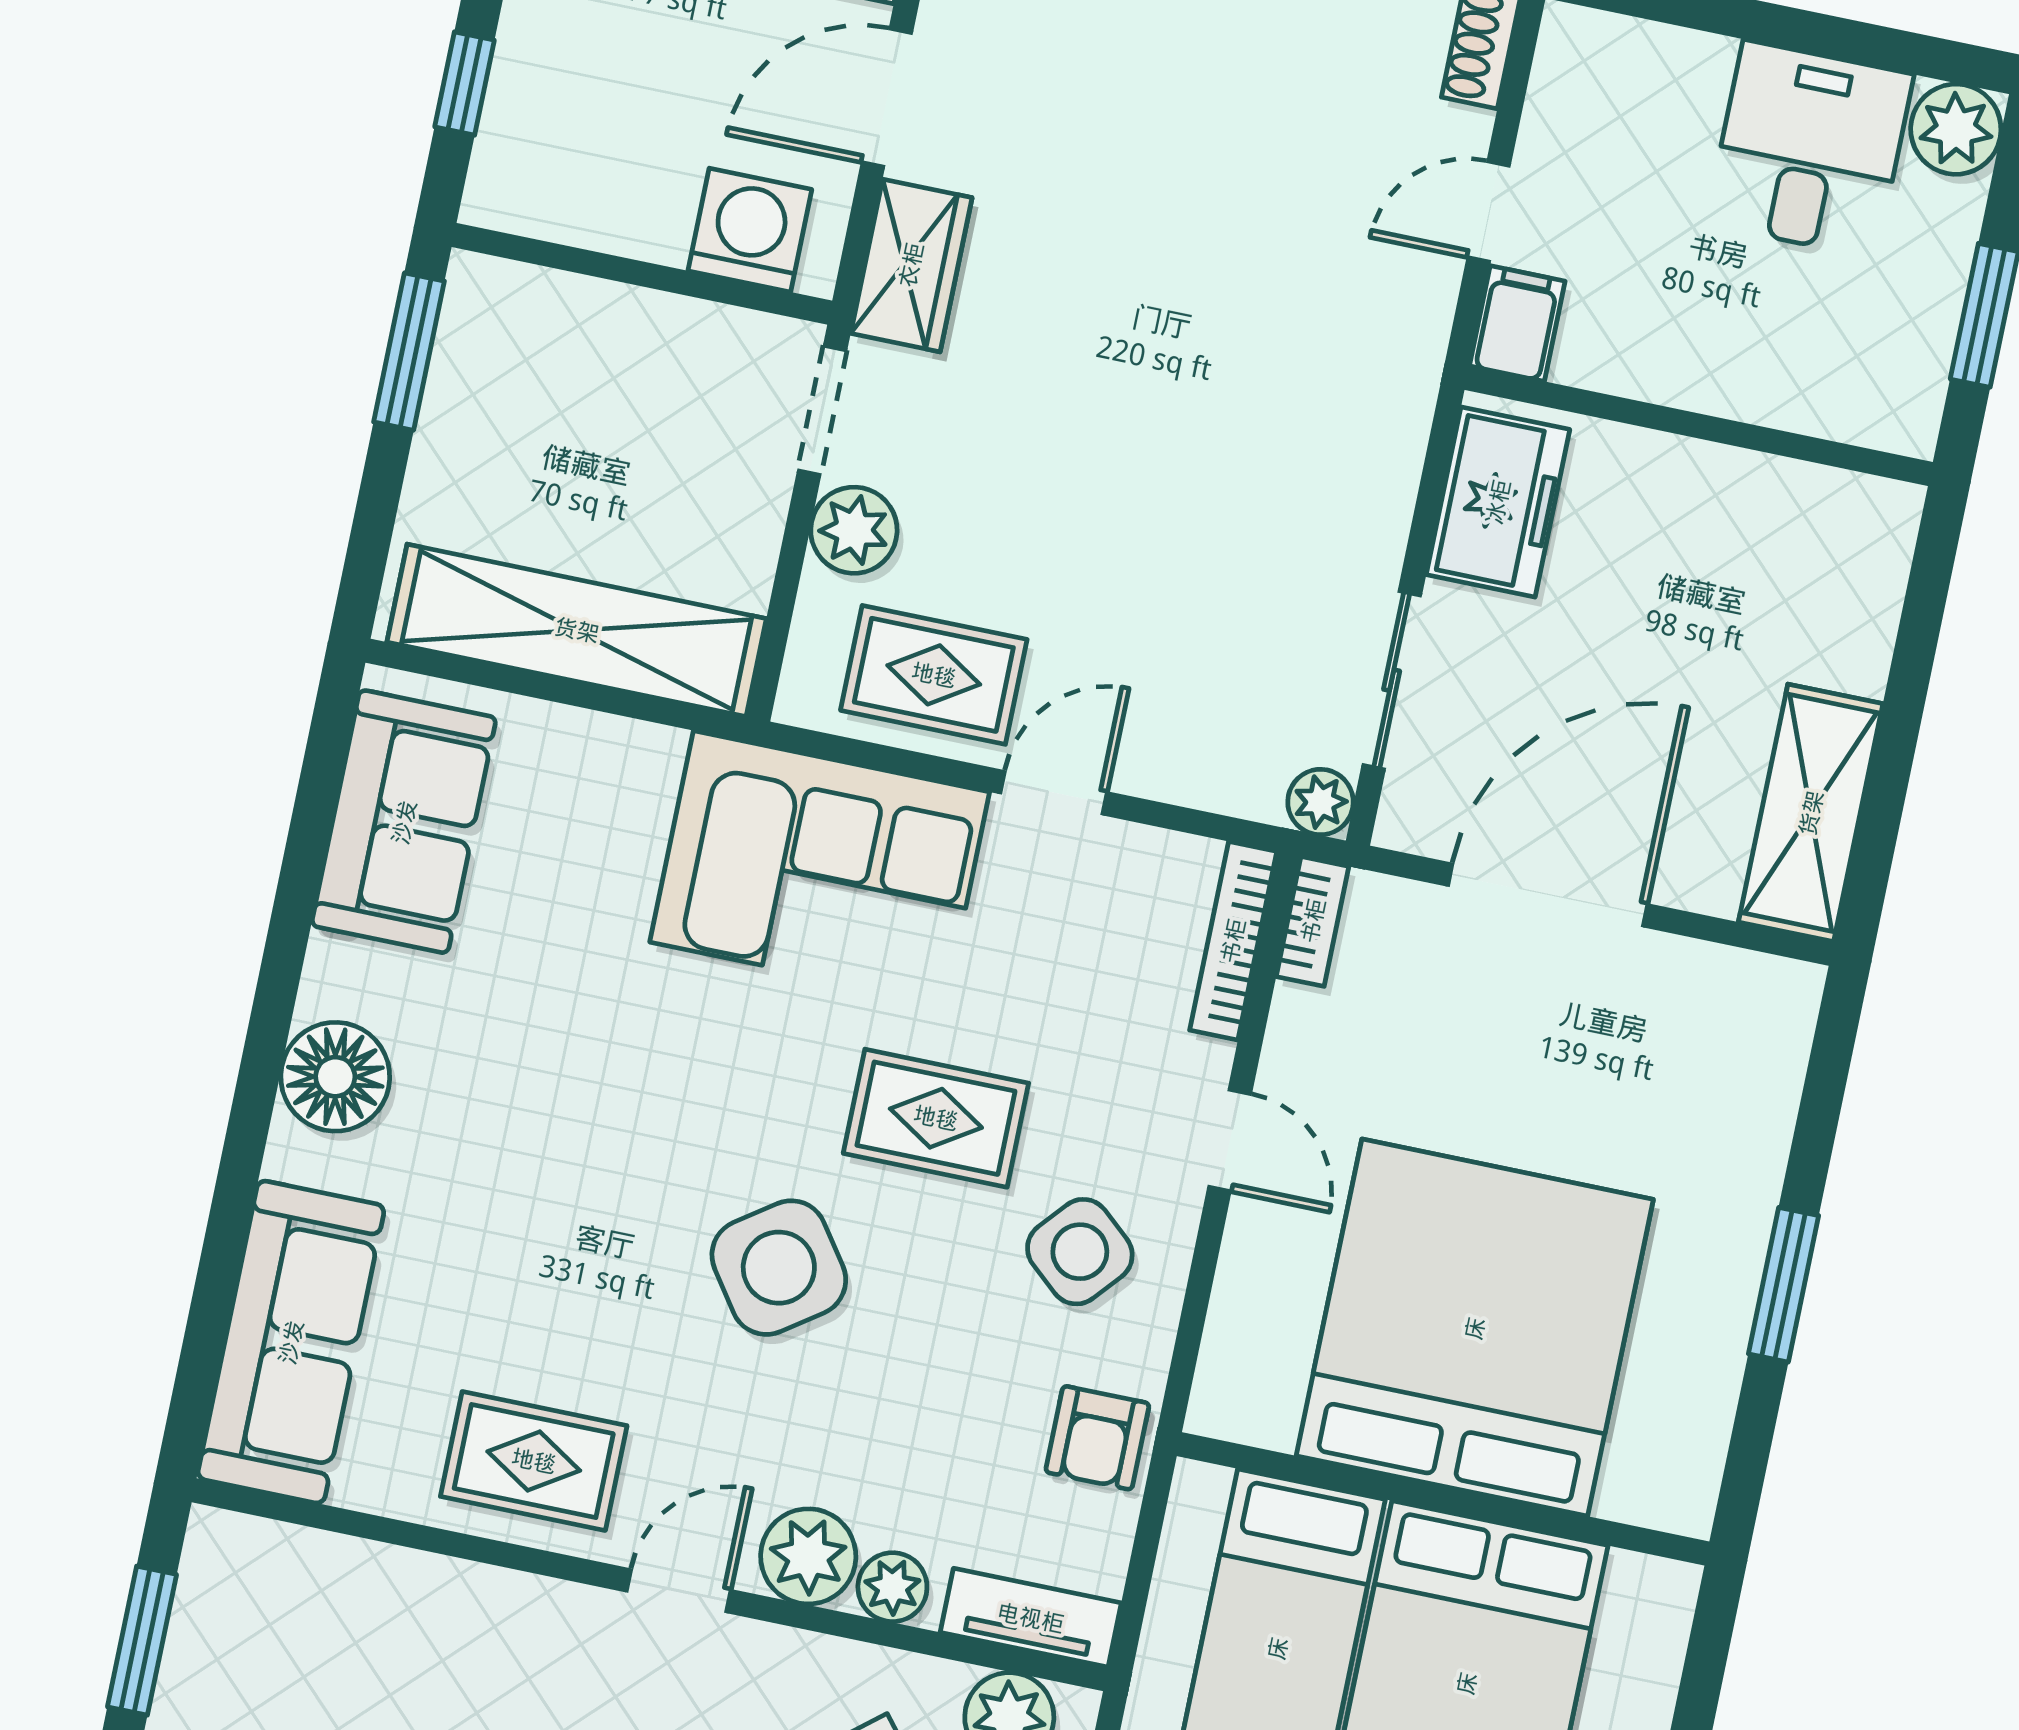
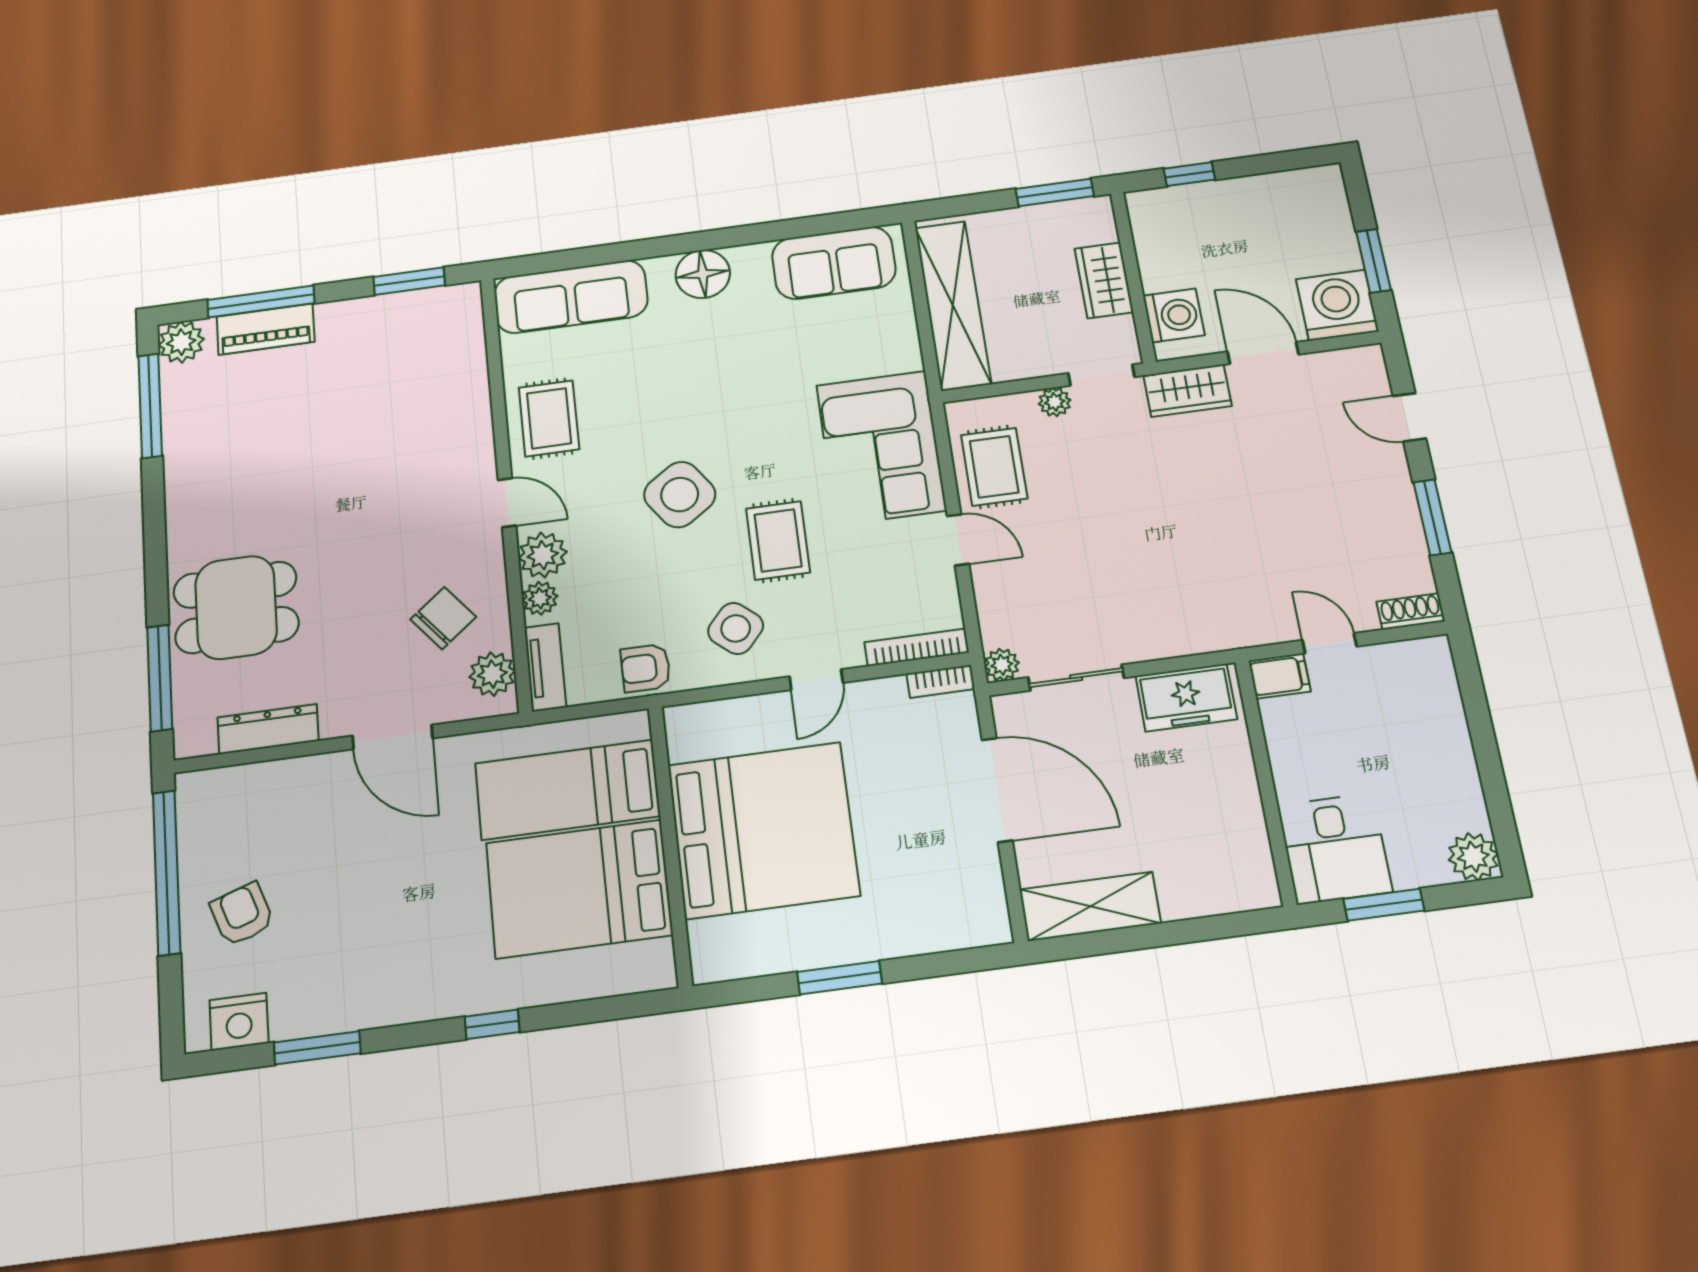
desk: (1810, 149) -> (1335, 849), moved, turned 90
wardrobe: (629, 330) -> (1104, 280), added
plant: (854, 530) -> (1055, 402), width x0.73, depth x0.73

